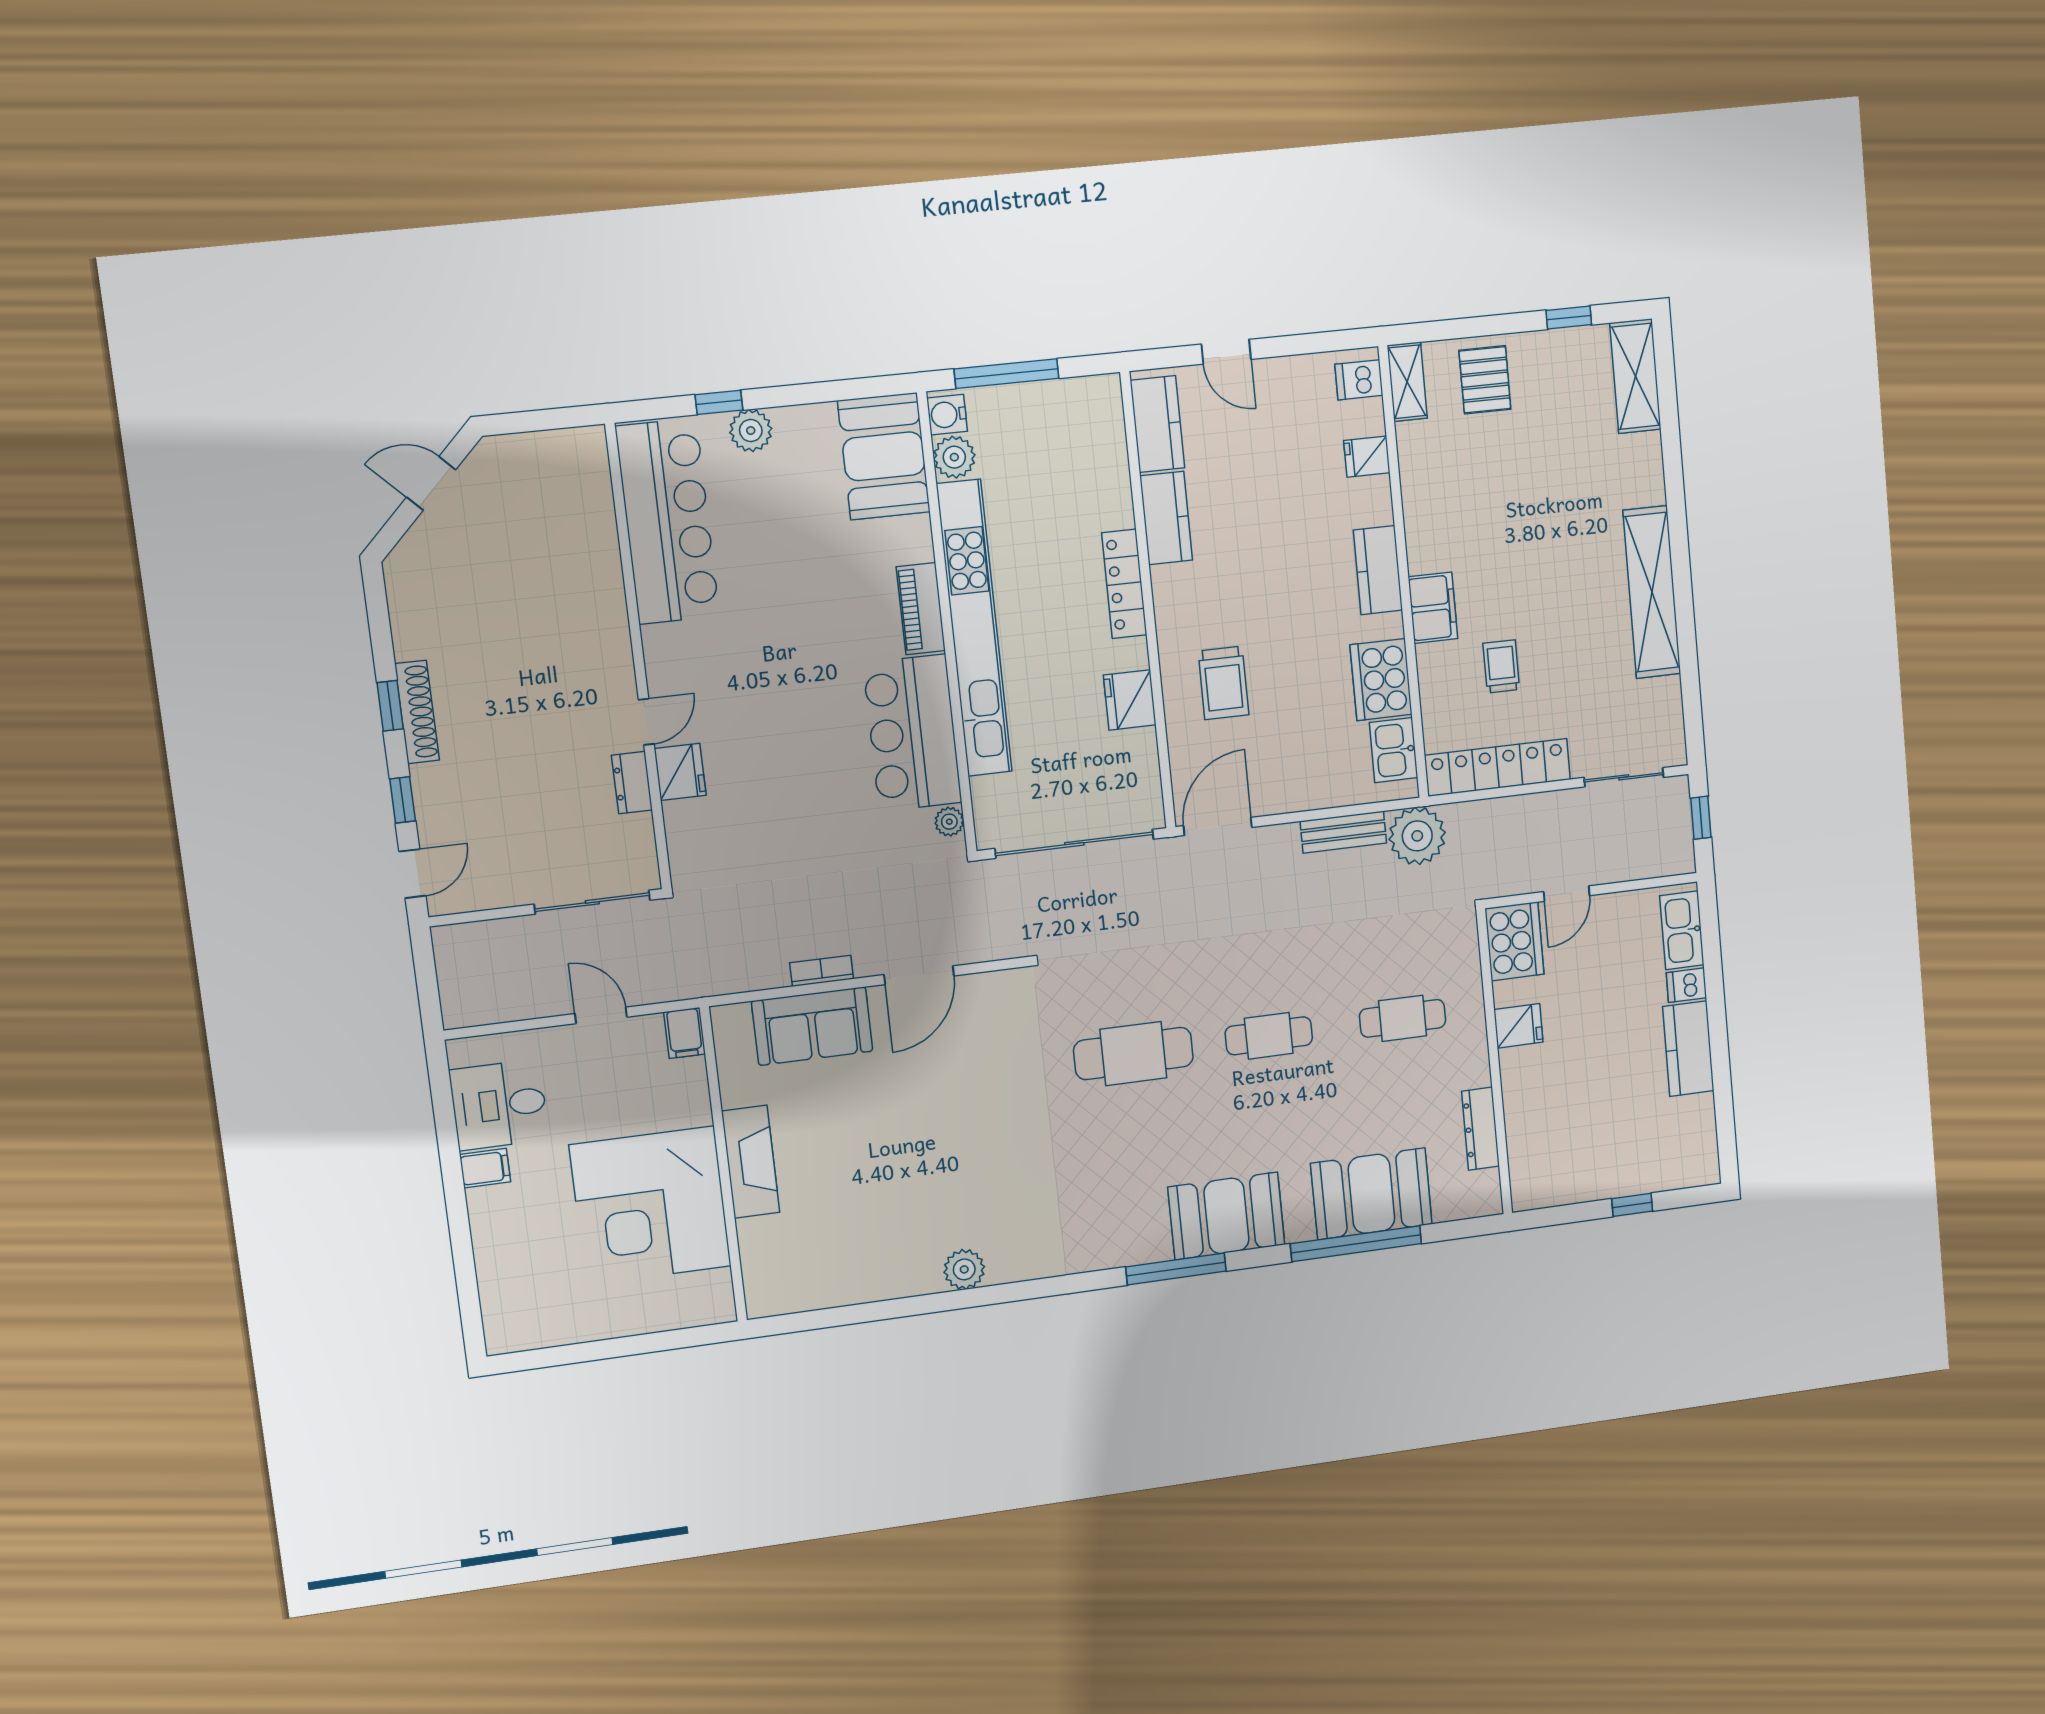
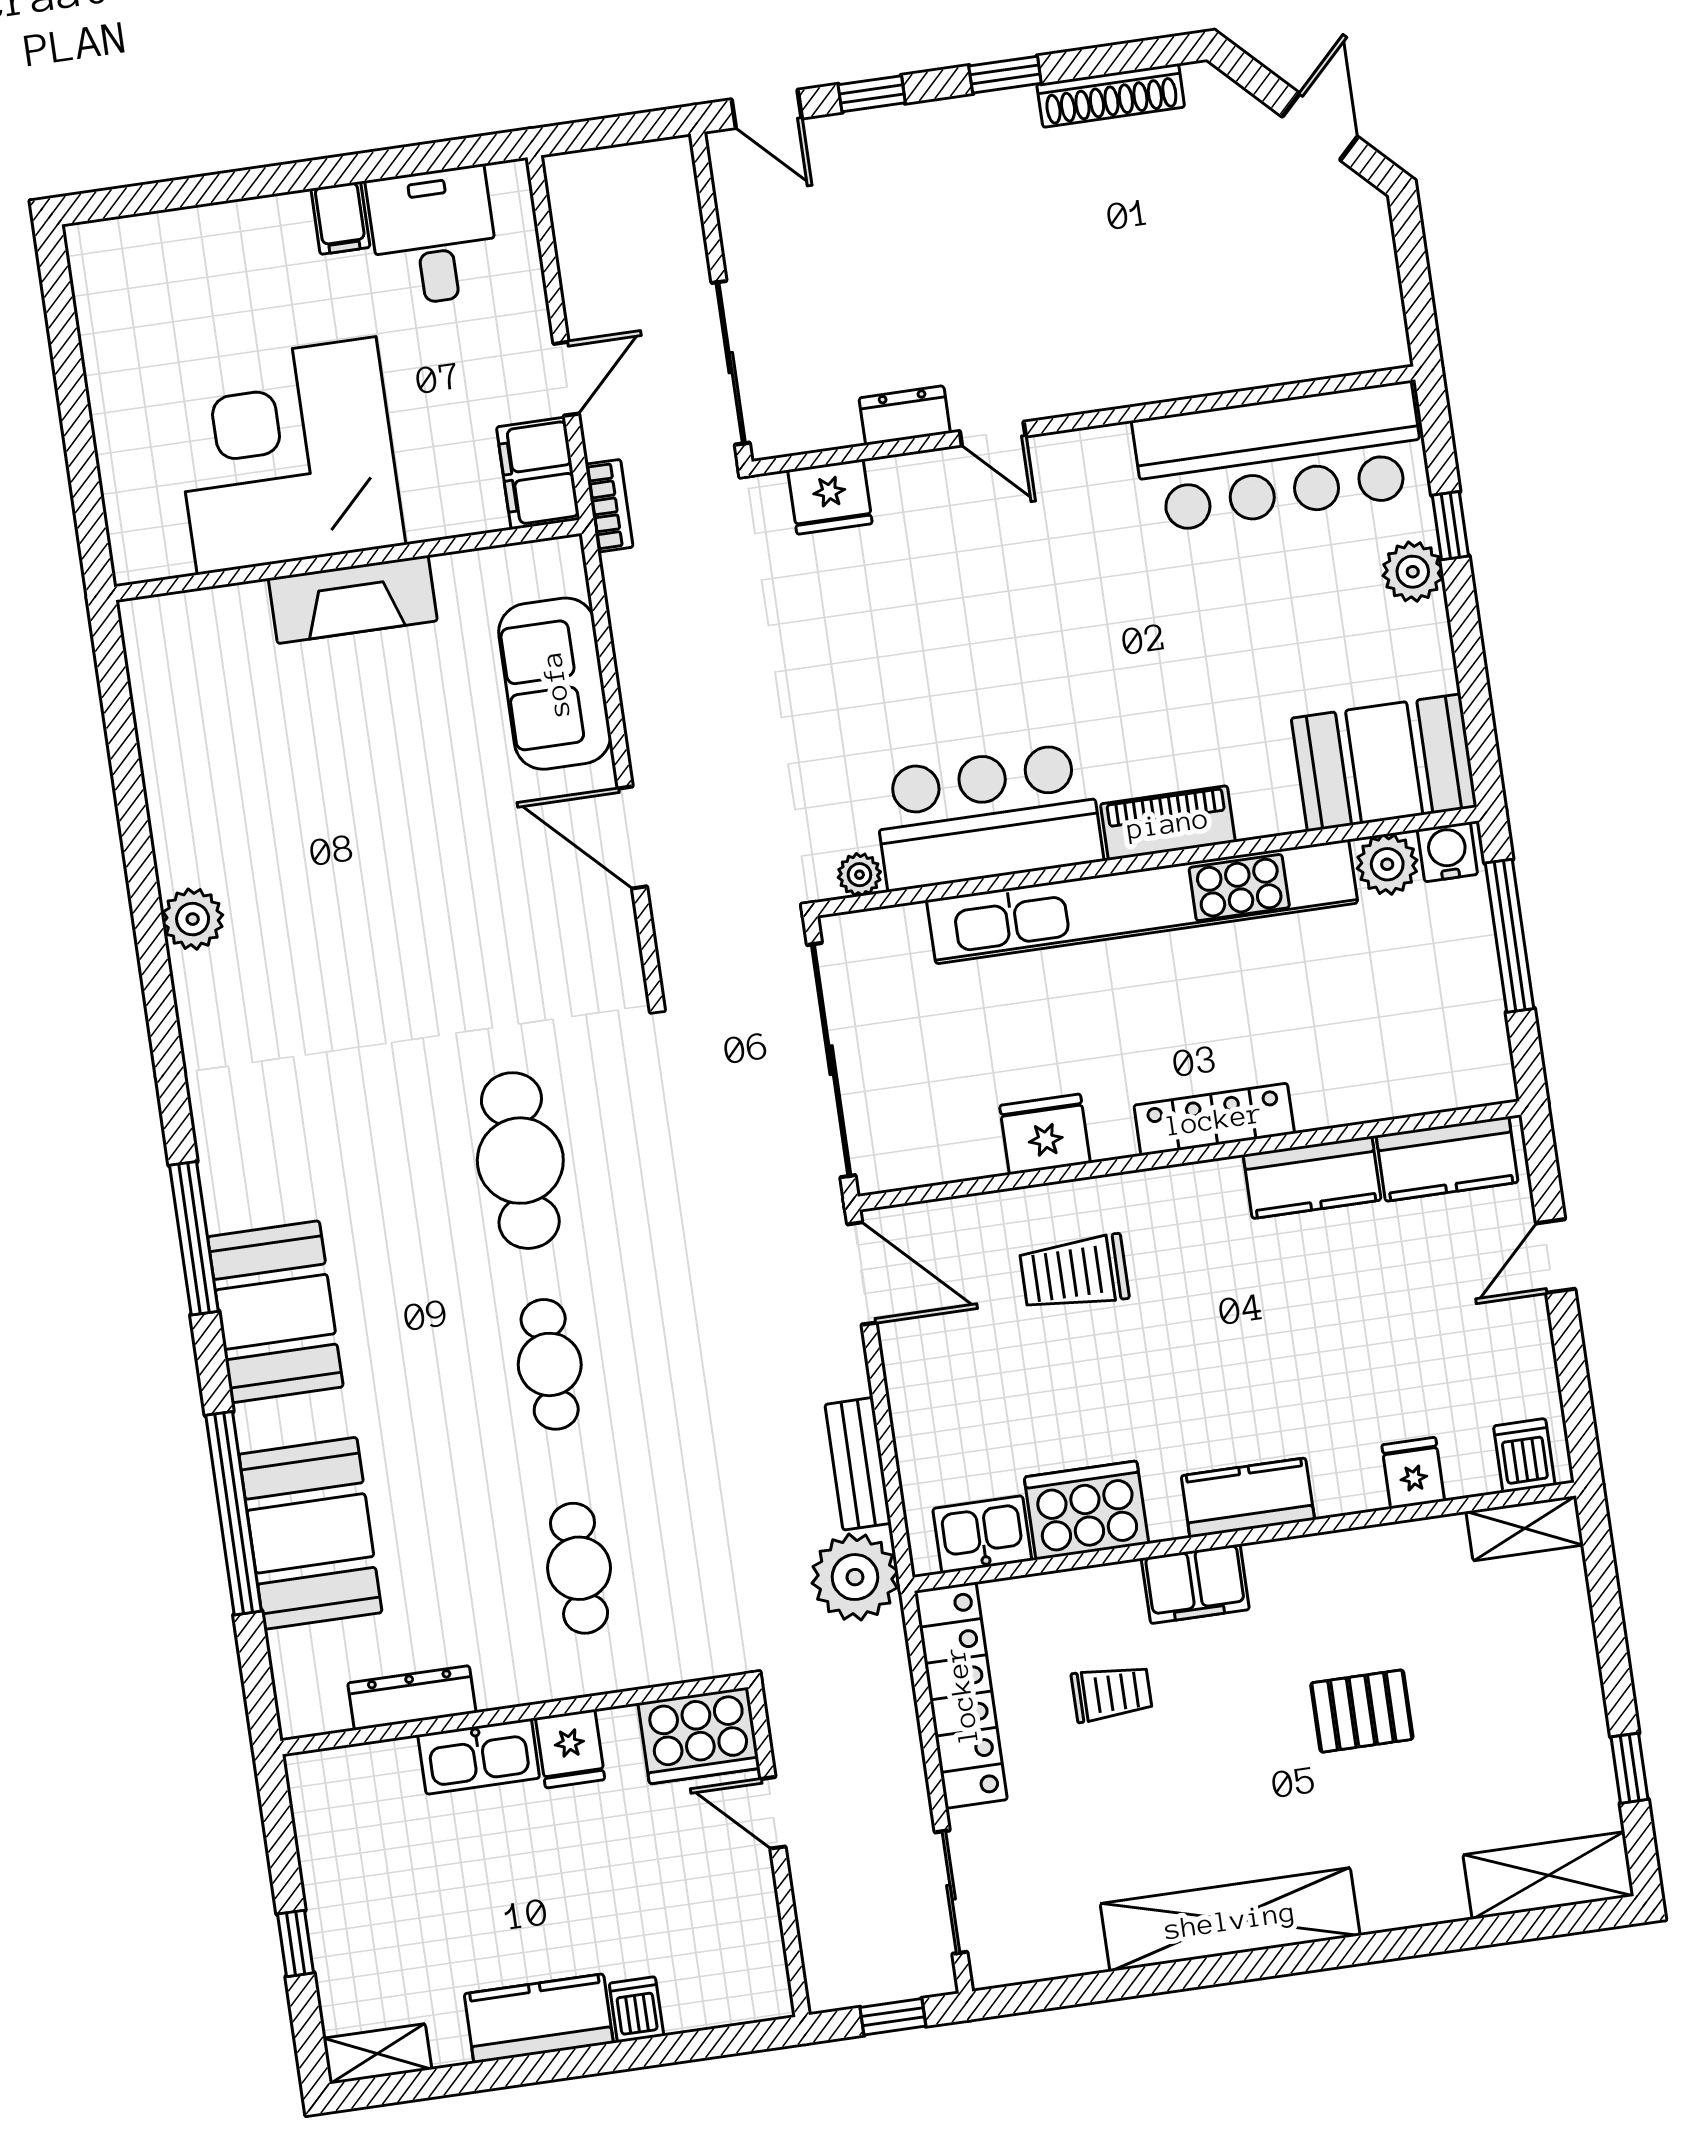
pallet: (1485, 380) -> (1362, 1711), moved
shoe rack: (417, 712) -> (1111, 96), moved
fridge: (680, 772) -> (830, 497), moved
kitchen sink: (1682, 930) -> (479, 1756), moved, turned 180
bookcase: (822, 971) -> (609, 506), moved
filing cabinet: (685, 1033) -> (538, 473), width x2.00
shelving: (1704, 1153) -> (377, 2054), added

